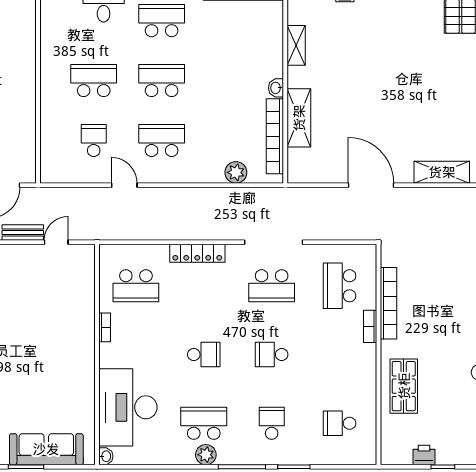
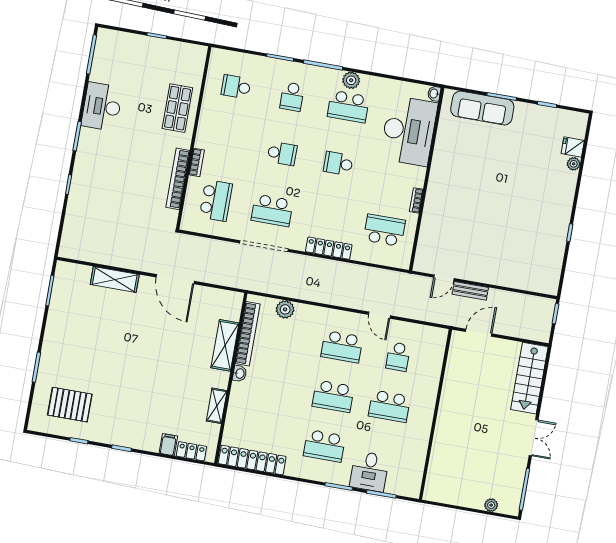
school desk: (272, 286) -> (272, 210), turned 180
school desk: (340, 423) -> (236, 87), turned 180
printer: (424, 455) -> (171, 48), removed

